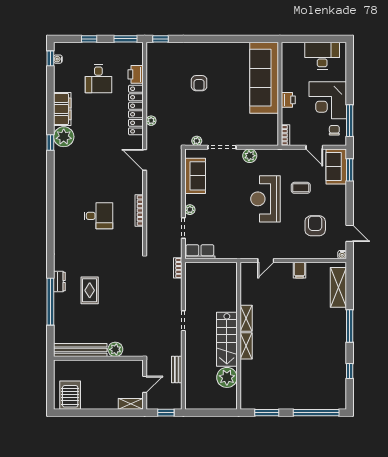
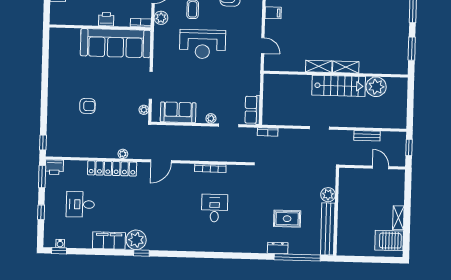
printer: (136, 74) -> (54, 167), moved
sofa: (264, 78) -> (116, 43), moved
desk: (98, 79) -> (80, 204), turned 180
plant: (250, 156) -> (161, 18), moved
plant: (115, 349) -> (328, 195), moved
bench: (80, 350) -> (328, 229), moved
wall: (98, 358) -> (336, 211), moved
shelving: (131, 404) -> (398, 218), moved

